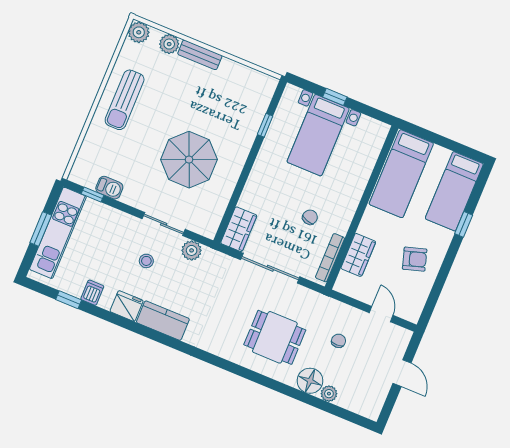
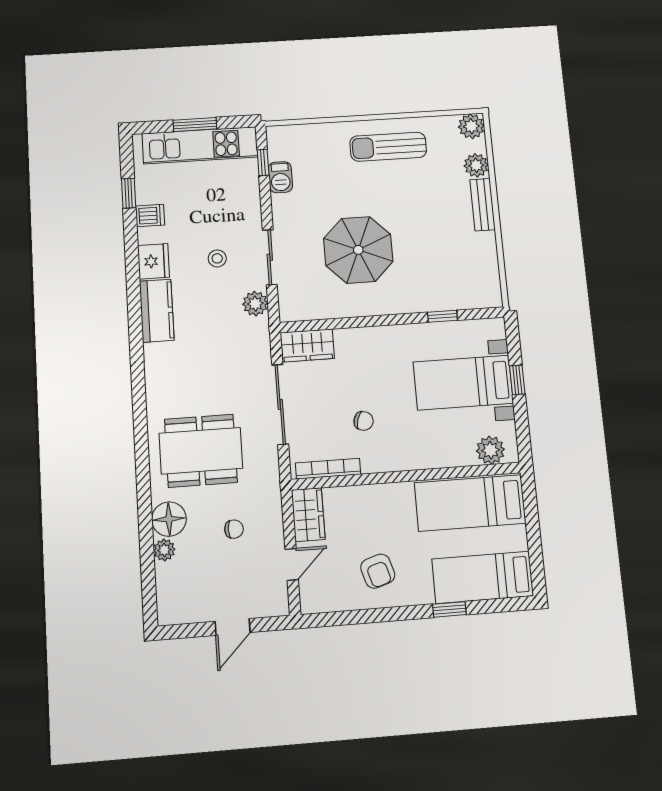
plant: (373, 141) -> (490, 450), added
wardrobe: (358, 255) -> (308, 515), moved, turned -90
dining table: (275, 337) -> (201, 451), width x1.38

